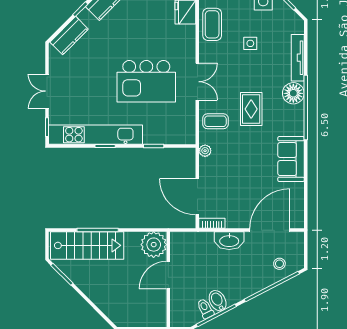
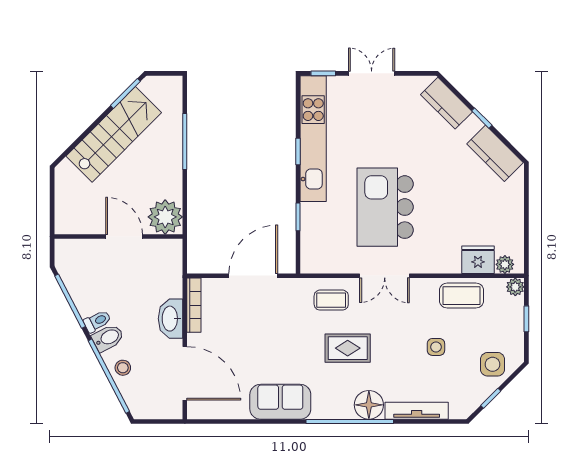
coffee table: (215, 121) -> (331, 300), turned 90
plant: (205, 151) -> (292, 286), removed
door: (197, 197) -> (253, 276), moved
bookcase: (212, 223) -> (194, 305), width x1.56
stairs: (87, 245) -> (114, 134), moved, turned -135
stool: (279, 264) -> (123, 368), moved
bidet: (218, 301) -> (108, 338), moved
toilet: (205, 309) -> (97, 321), moved

